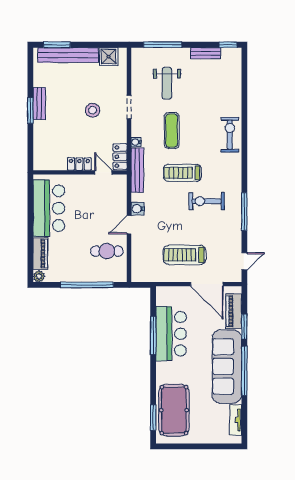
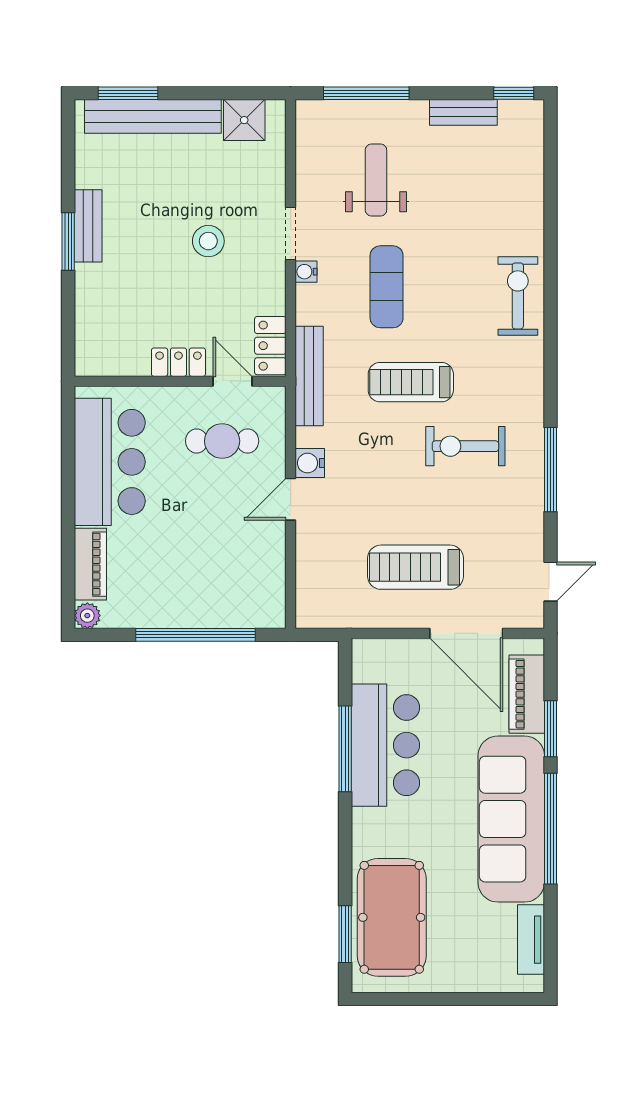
weight bench: (167, 83) -> (376, 180), turned 180
water cooler: (136, 142) -> (306, 272), moved
cafe table: (107, 251) -> (222, 441), moved

